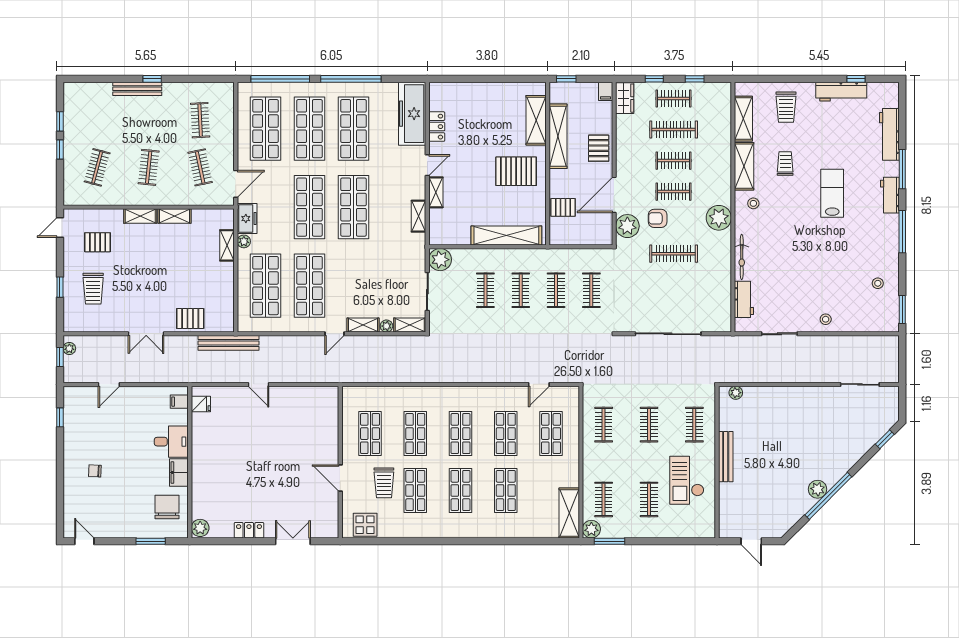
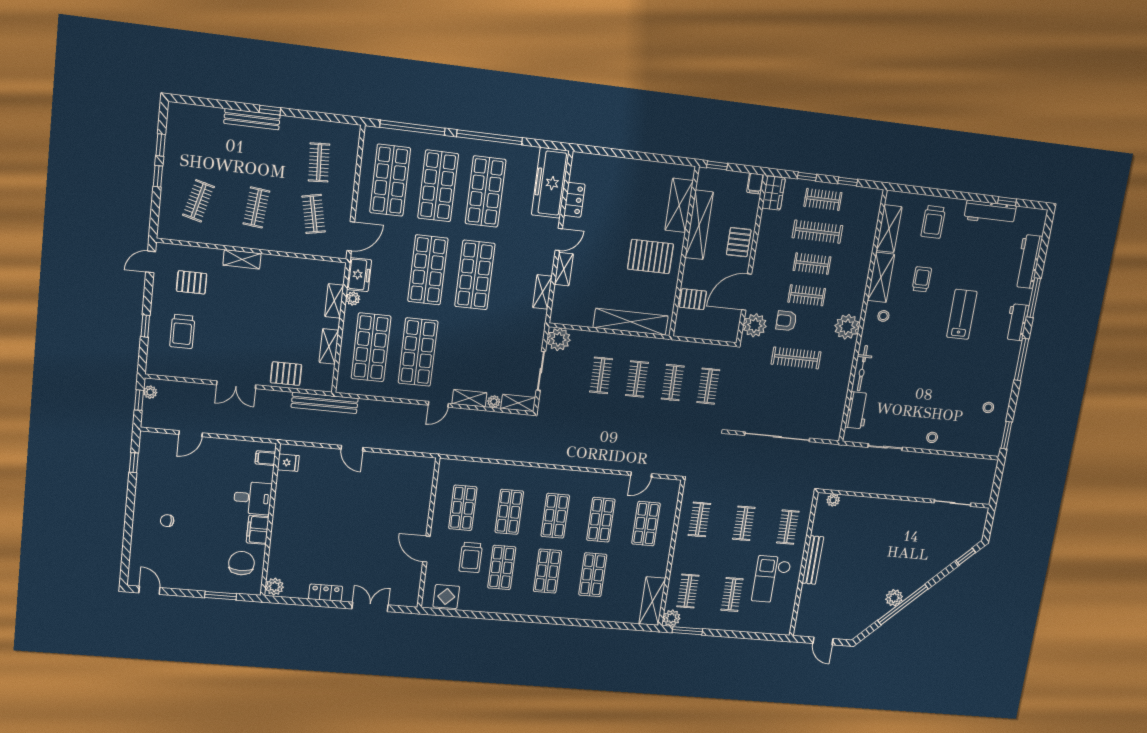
shelving: (174, 216) -> (329, 346), moved, turned 90

